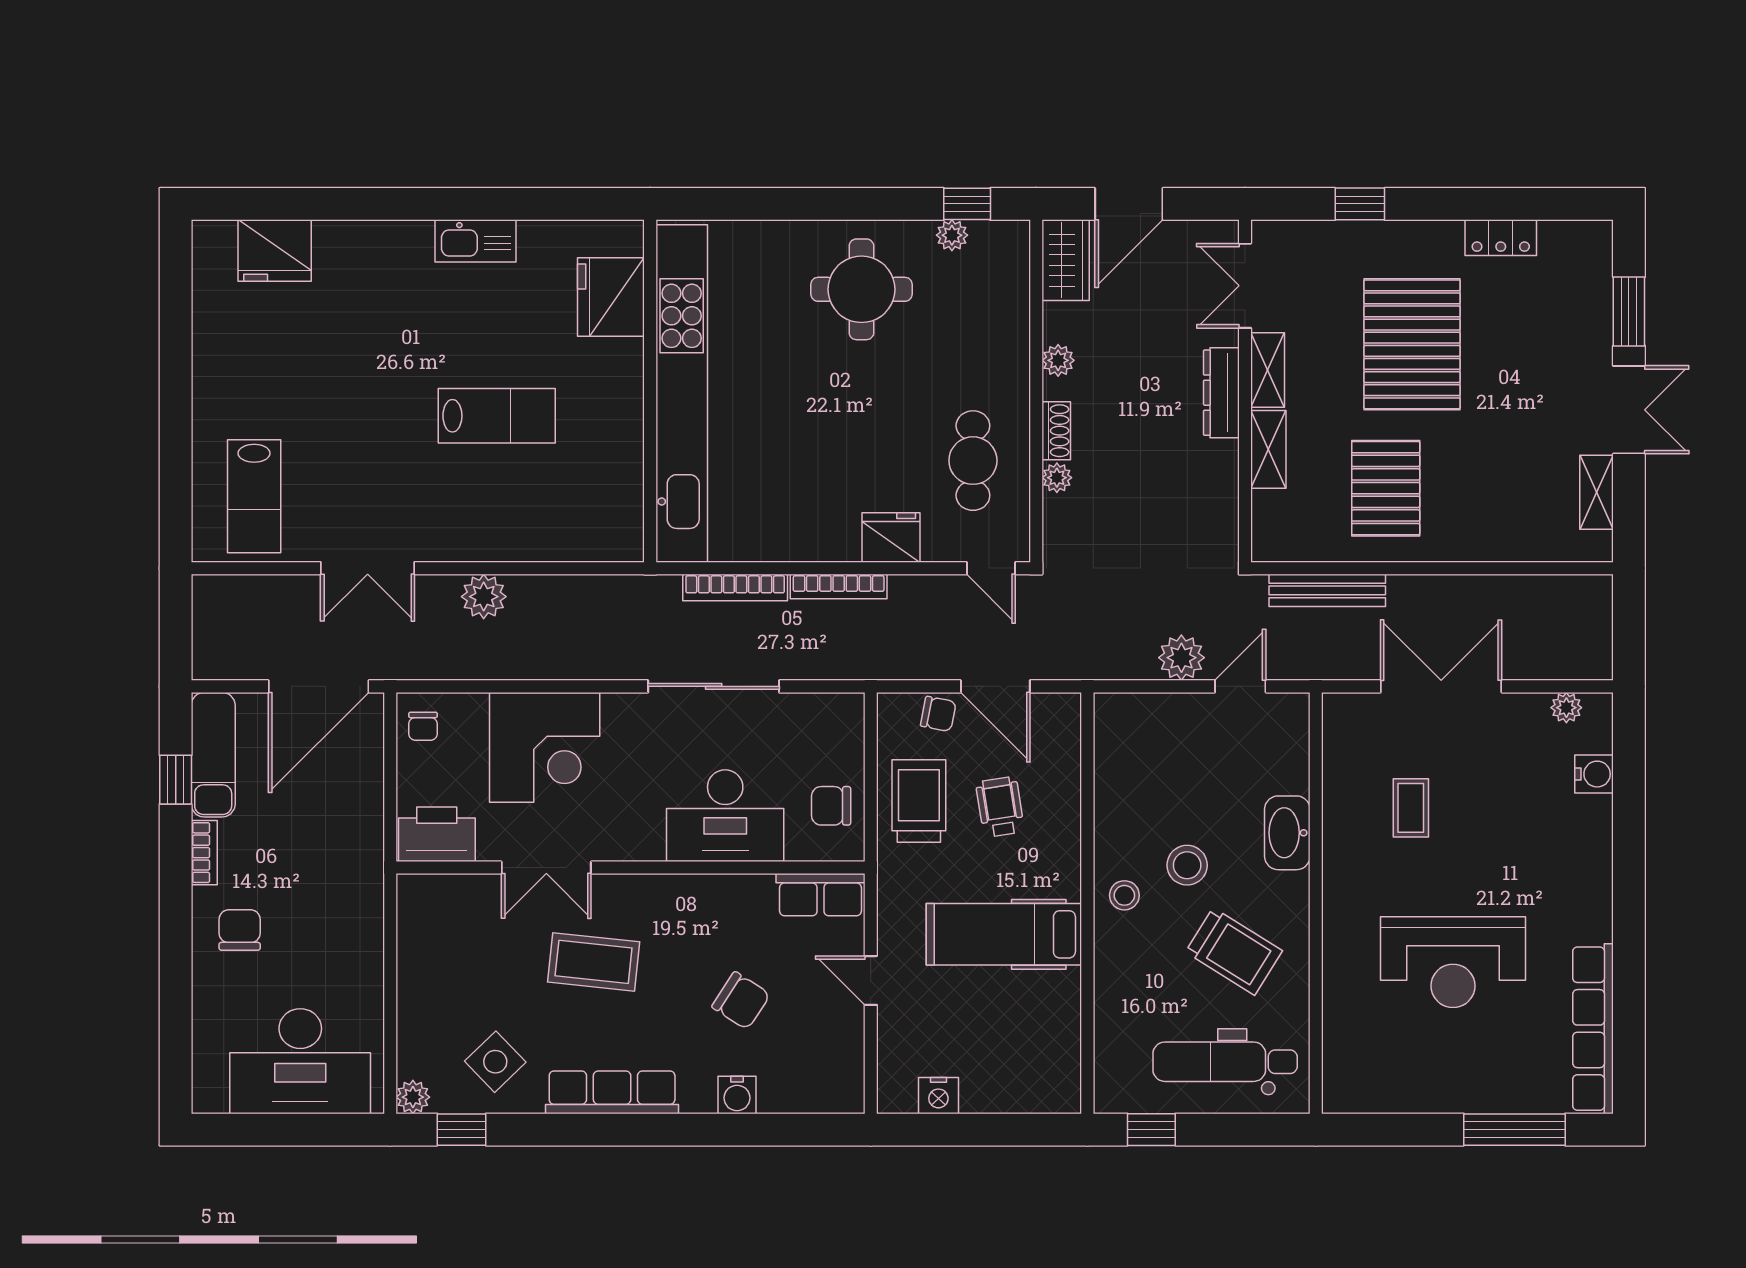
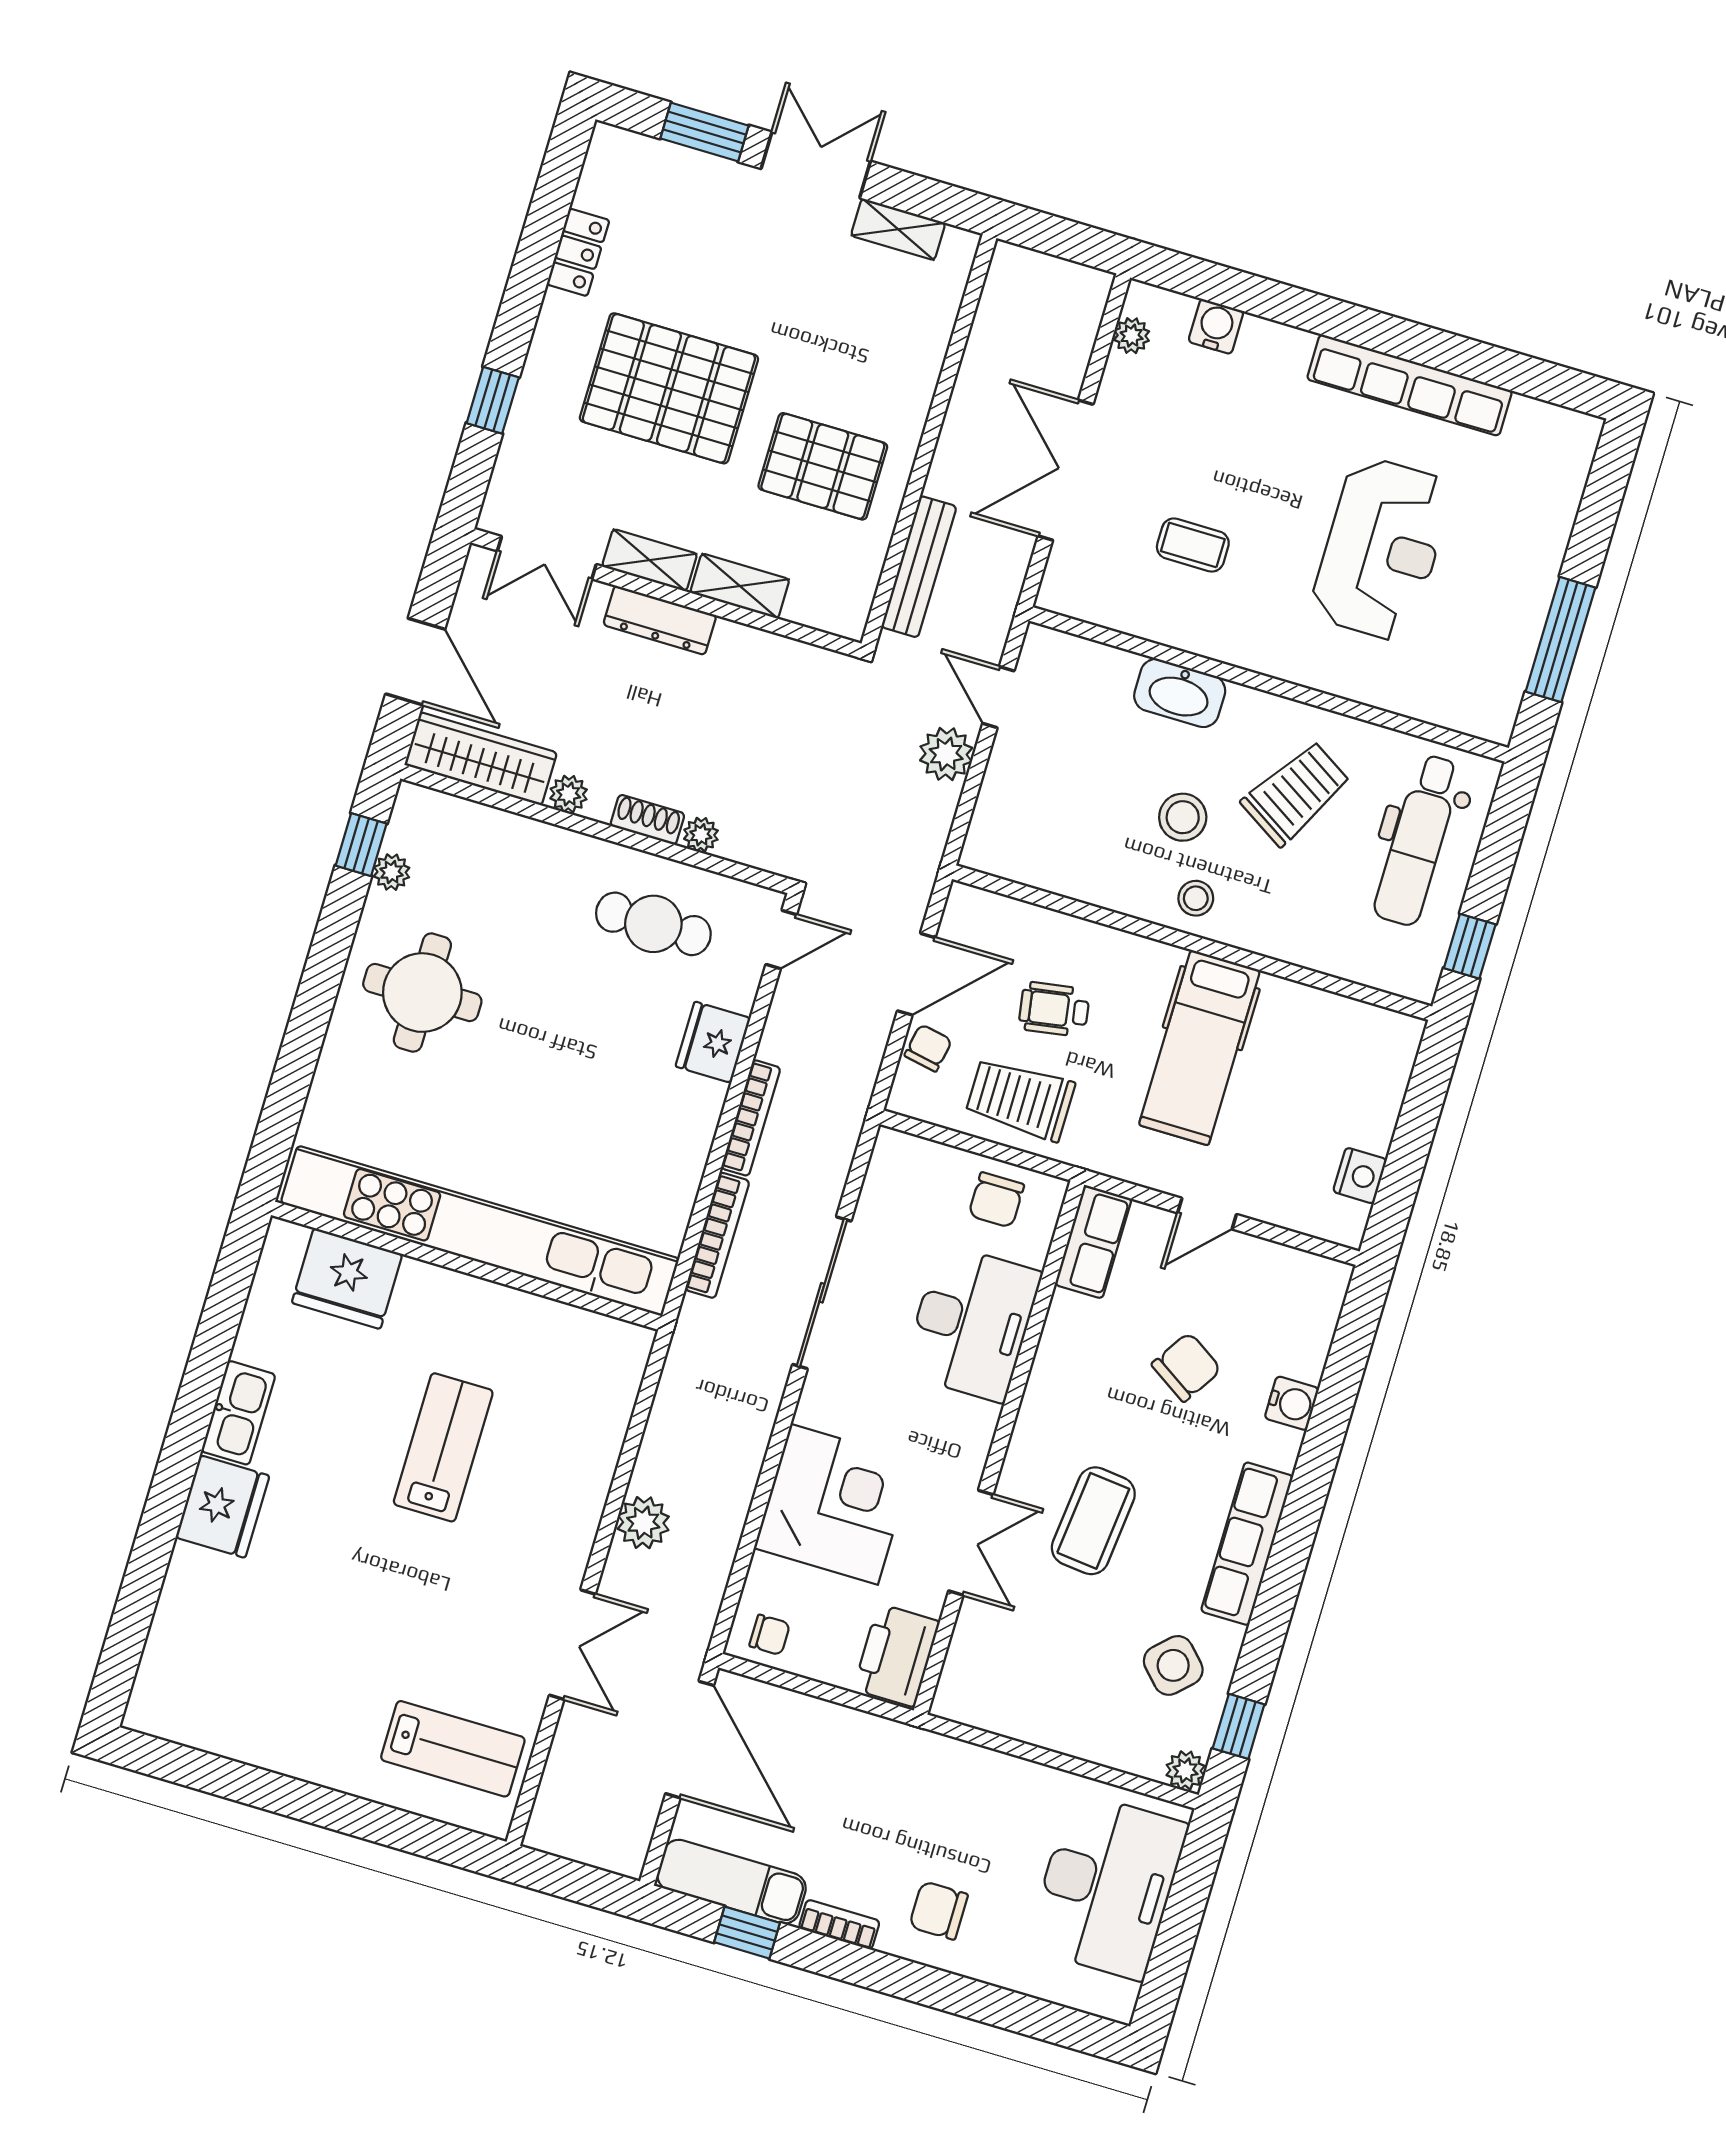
fridge: (275, 251) -> (222, 1507), moved
wardrobe: (1066, 260) -> (481, 759), width x1.50
row of seats: (1593, 1029) -> (1410, 385), moved
window: (1514, 1130) -> (1561, 640), moved

